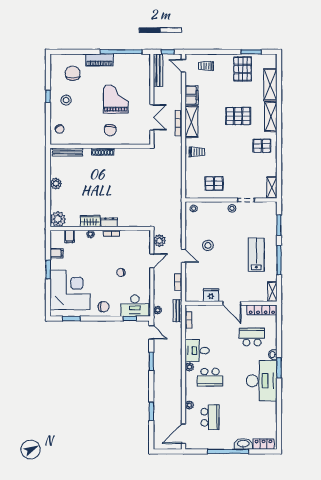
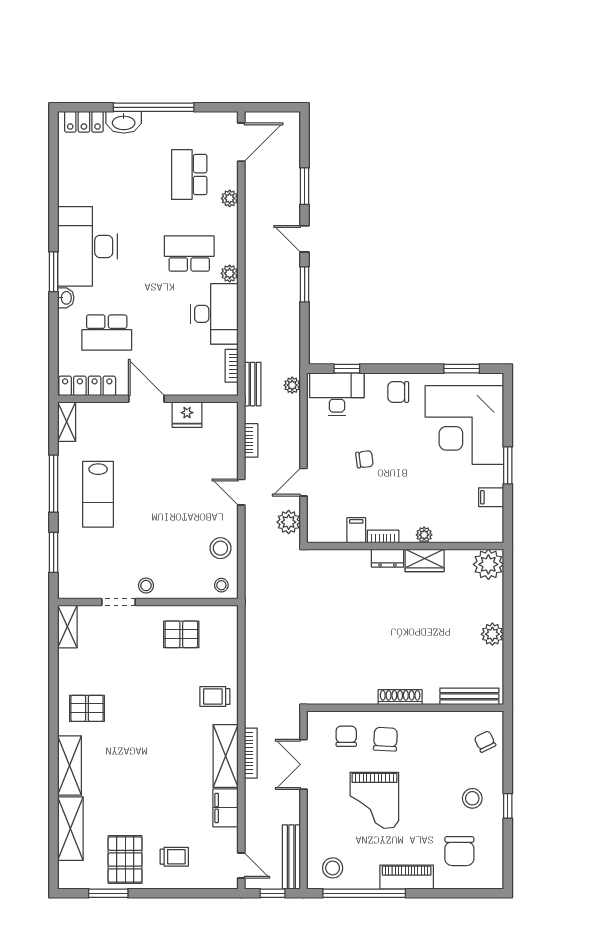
stool: (137, 65) -> (333, 868), added
trolley: (206, 66) -> (174, 857), moved
pallet: (238, 116) -> (134, 767), removed
chair: (130, 132) -> (346, 736), added
filing cabinet: (70, 236) -> (356, 530), moved
stool: (208, 245) -> (220, 548), moved
door: (151, 332) -> (305, 239), moved
desk: (197, 351) -> (214, 314), width x1.37

